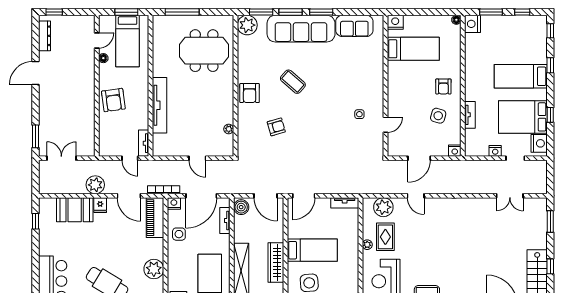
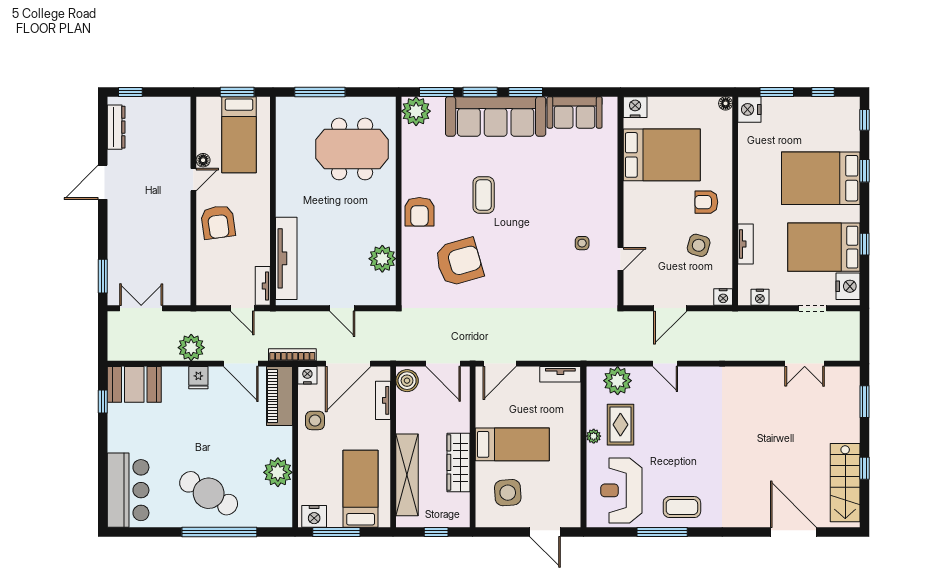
door: (97, 41) -> (193, 180), moved
bed: (413, 49) -> (662, 155), width x1.50
bed: (521, 76) -> (821, 178), width x1.50
coffee table: (293, 82) -> (484, 195), turned 49
armchair: (443, 86) -> (706, 202), turned 90
tv unit: (160, 105) -> (286, 258), moved
armchair: (276, 127) -> (459, 262), width x1.88, depth x1.88
plant: (229, 129) -> (382, 259), width x1.88, depth x1.88
nightstand: (495, 151) -> (760, 297), moved
booth: (75, 210) -> (134, 384), moved

